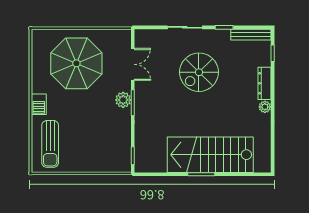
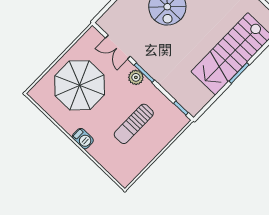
double door: (133, 64) -> (118, 47), swing flipped
sun lounger: (50, 144) -> (134, 124), moved, turned 90

